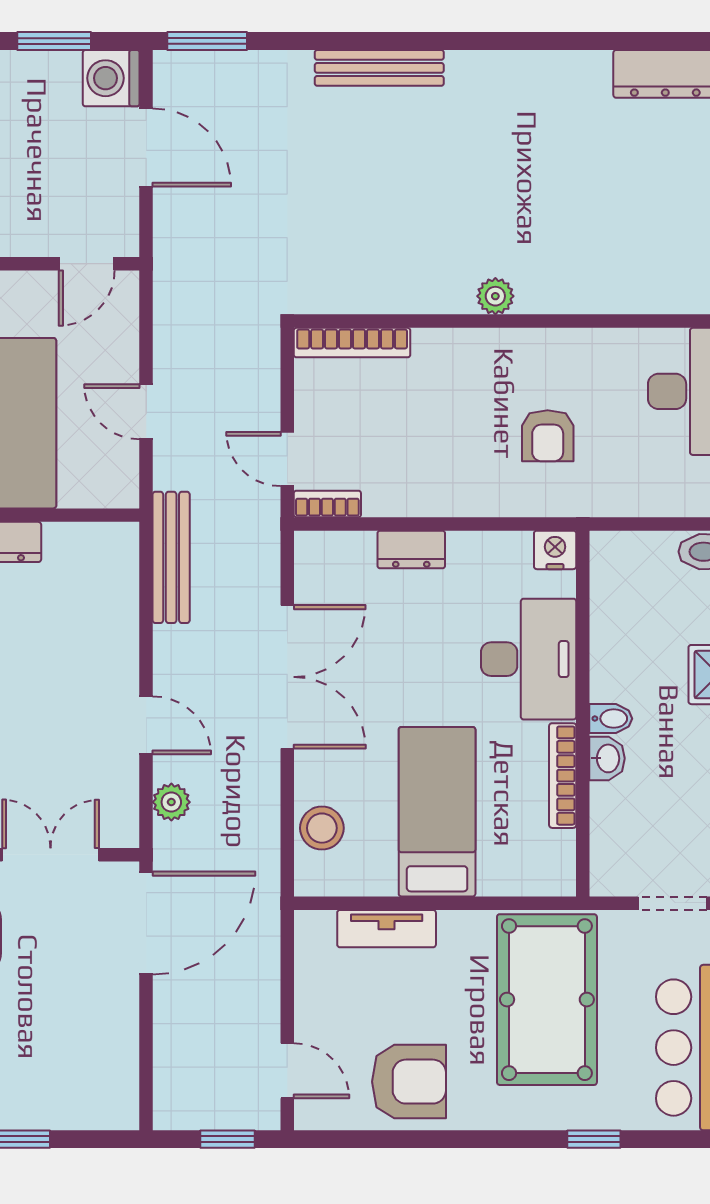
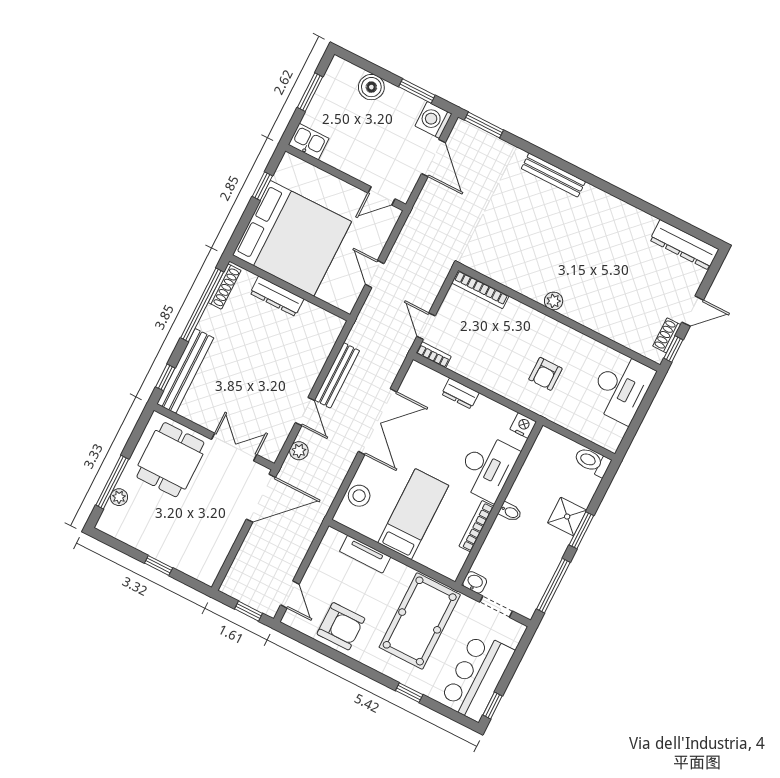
bench: (171, 557) -> (337, 375), moved
washbasin: (607, 758) -> (475, 582), moved, turned -90

